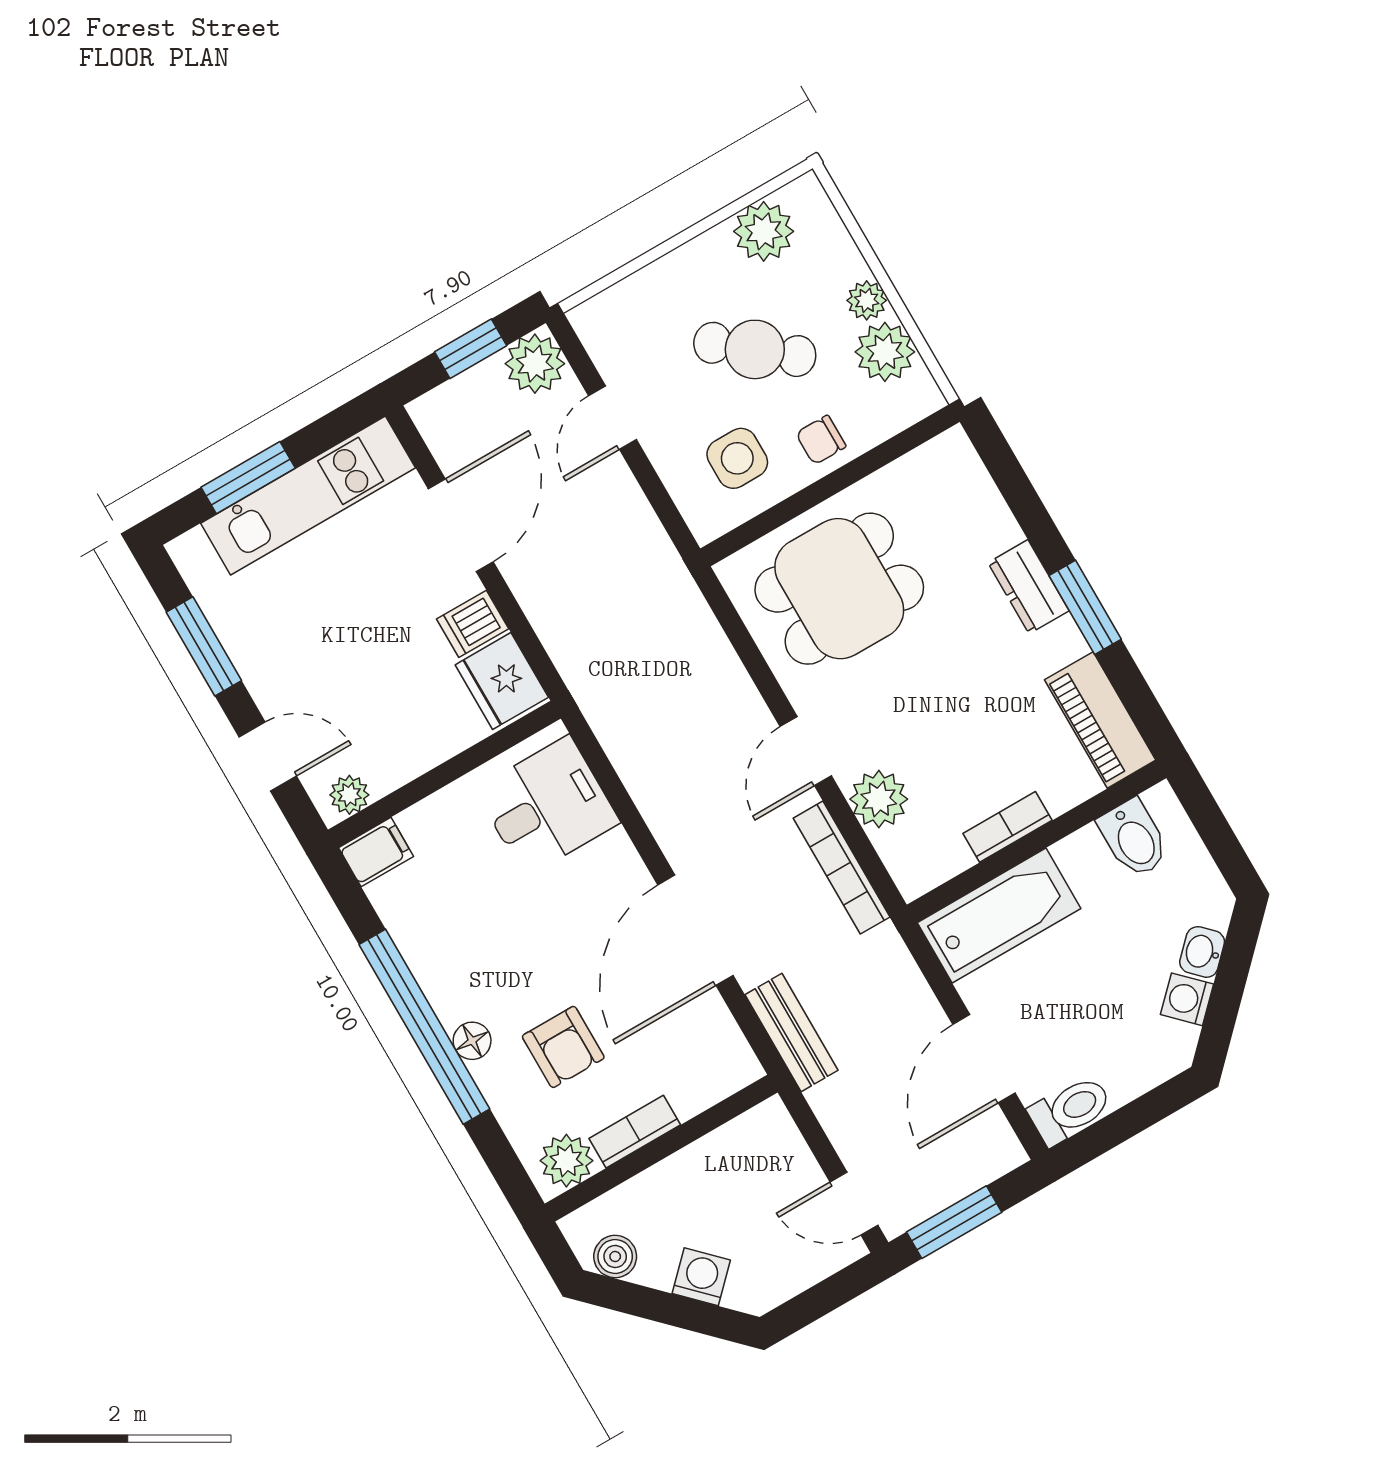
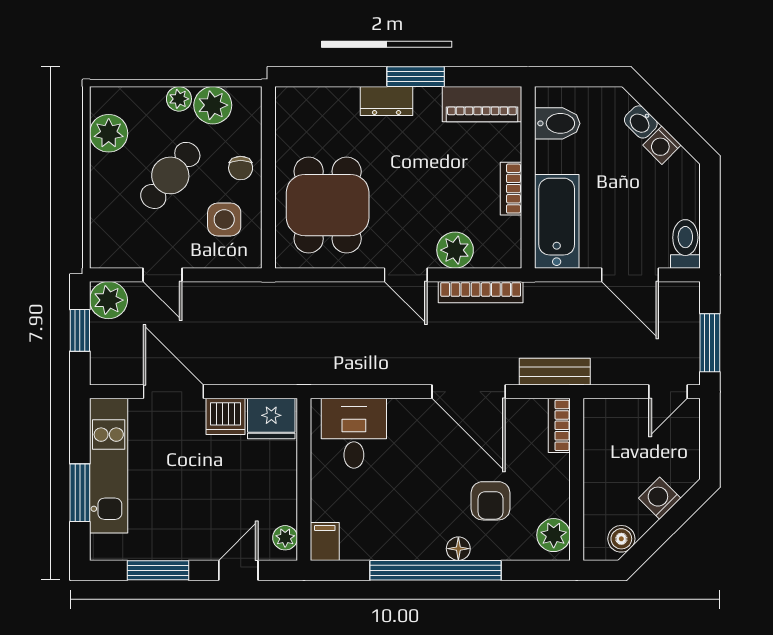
dishwasher: (473, 624) -> (226, 416), width x1.38
armchair: (563, 1047) -> (491, 501), turned 90
bookcase: (635, 1132) -> (559, 425), moved

